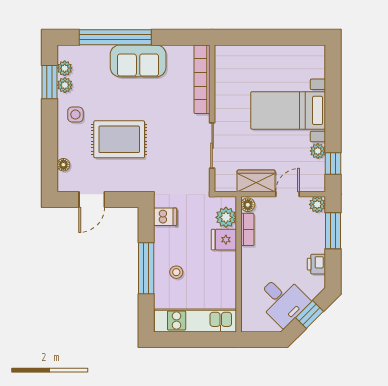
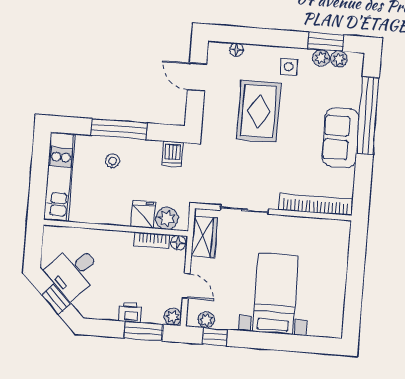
plant: (318, 151) -> (206, 320), moved
wardrobe: (256, 181) -> (204, 237), moved
printer: (316, 264) -> (130, 312), moved

